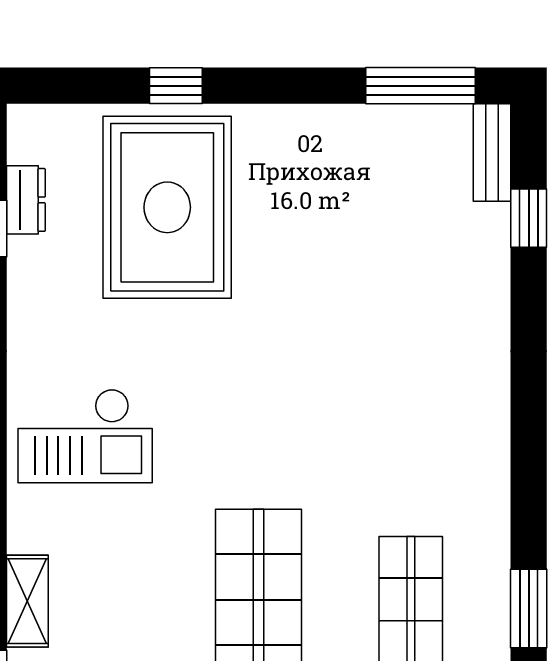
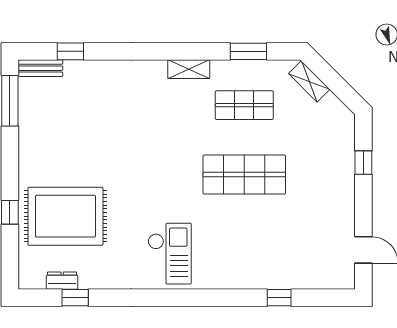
shelving: (27, 601) -> (189, 69), moved

